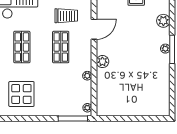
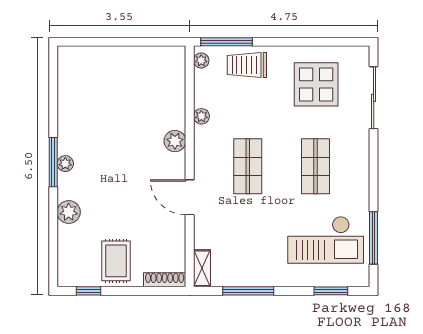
trolley: (66, 16) -> (247, 65), moved
door: (94, 29) -> (190, 197), hinge flipped

